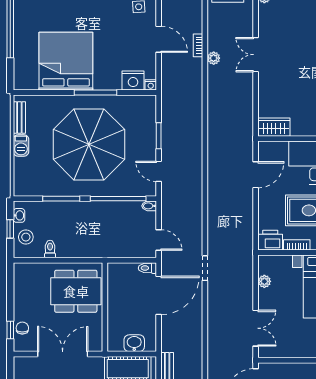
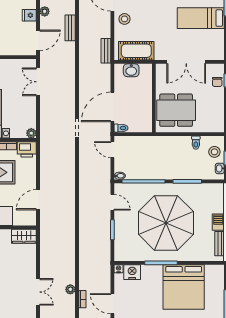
plant: (264, 281) -> (31, 133), moved

